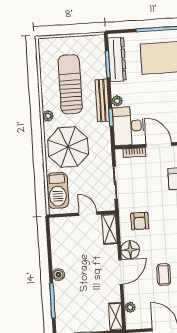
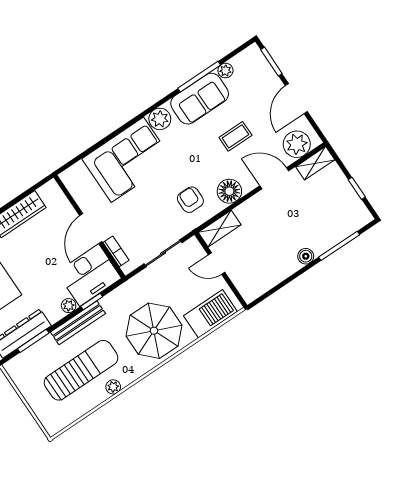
sun lounger: (70, 84) -> (81, 370), turned 180
plant: (48, 116) -> (113, 387), moved
door: (88, 214) -> (217, 264), hinge flipped
armchair: (140, 221) -> (190, 200), turned -90
door: (121, 272) -> (274, 178), moved
plant: (130, 307) -> (297, 144), width x1.87, depth x1.87

